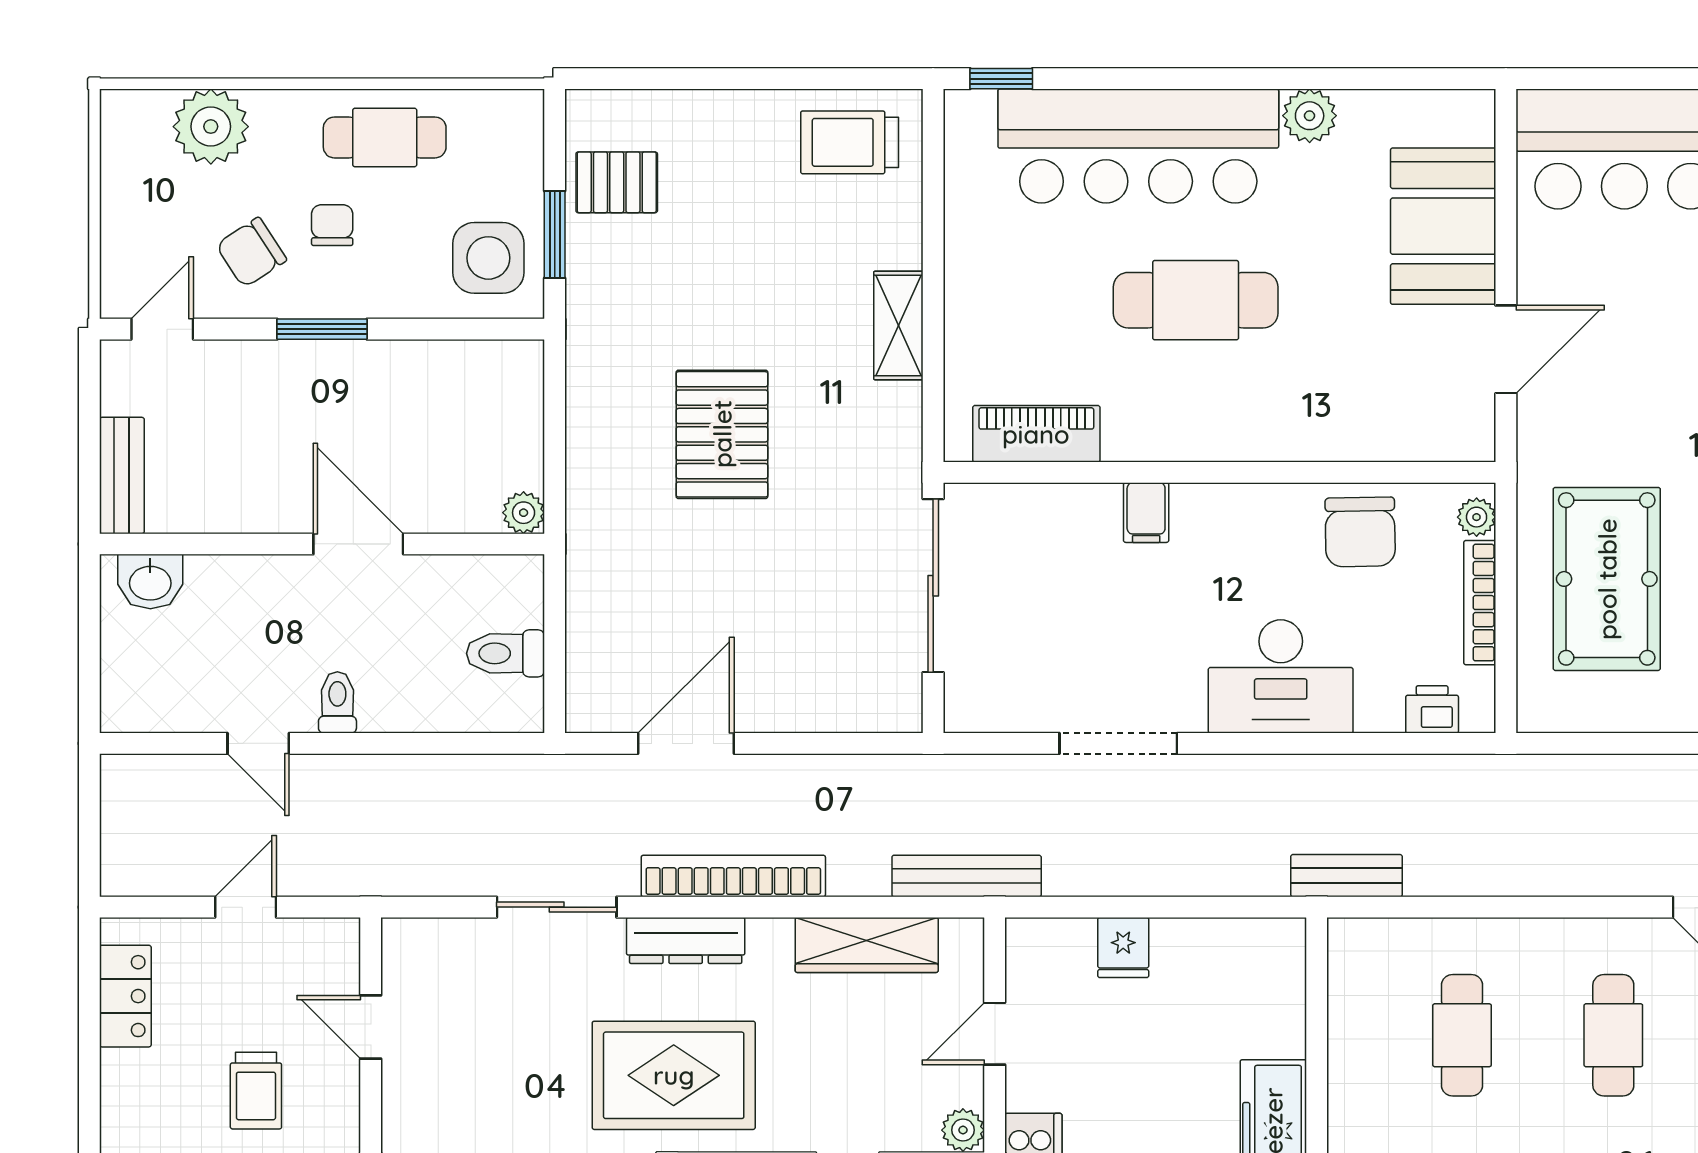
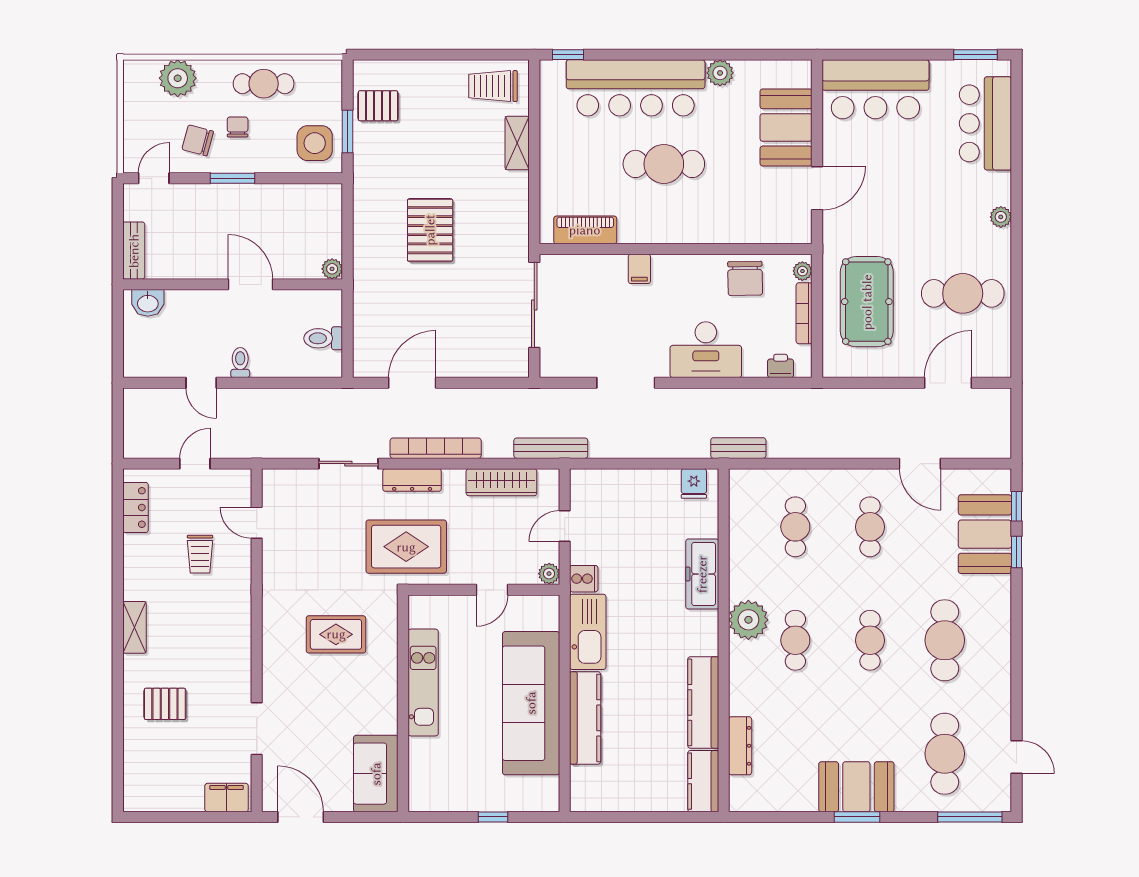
chair: (251, 252) -> (198, 140), turned 48
shelving: (898, 325) -> (517, 143), moved
fridge: (1123, 948) -> (694, 484), moved

